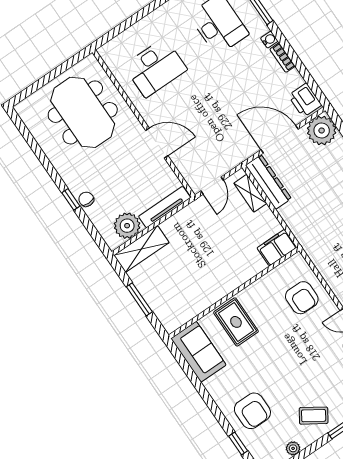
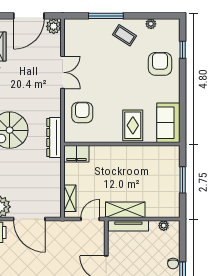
dresser: (268, 182) -> (54, 137), moved
plant: (127, 226) -> (164, 226), width x0.53, depth x0.53
shelving: (141, 249) -> (125, 210), moved

